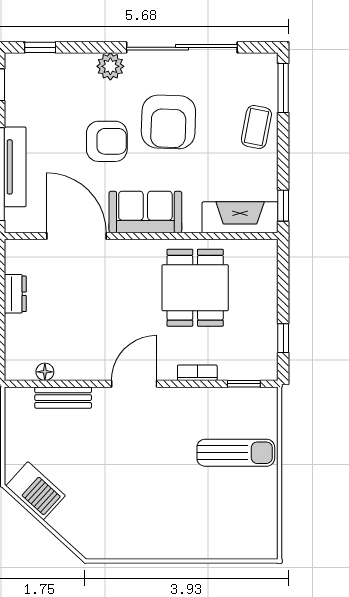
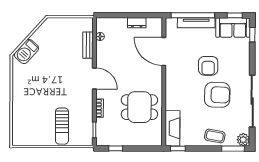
plant: (110, 66) -> (243, 140), moved
armchair: (168, 122) -> (217, 95), turned 180
sofa: (145, 212) -> (233, 28), moved, turned 90
door: (76, 236) -> (164, 51), swing flipped
barbecue: (36, 491) -> (26, 52), moved

